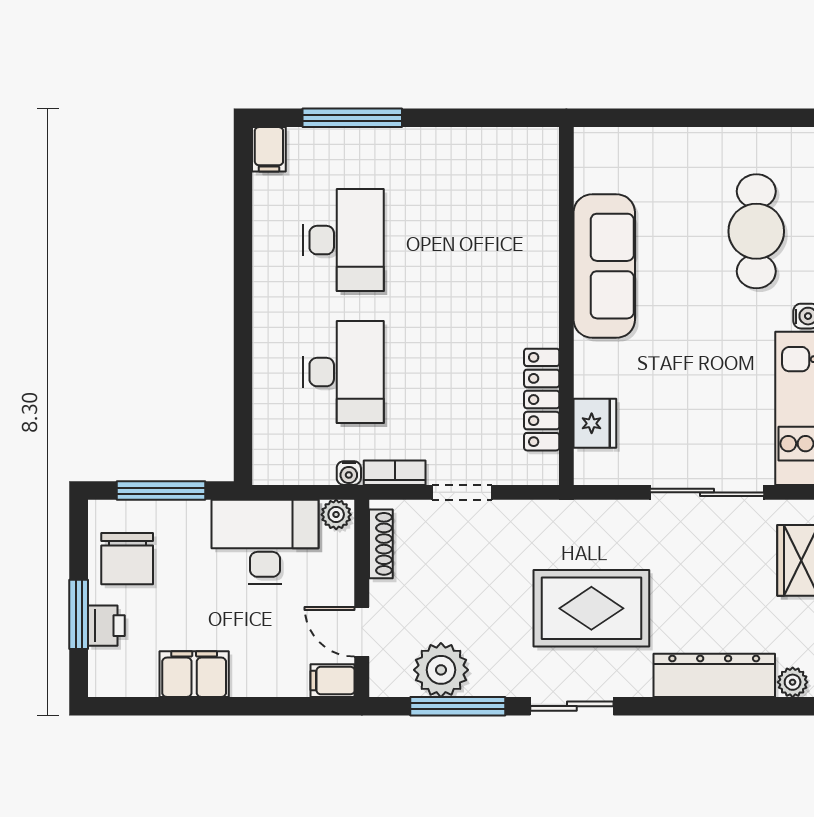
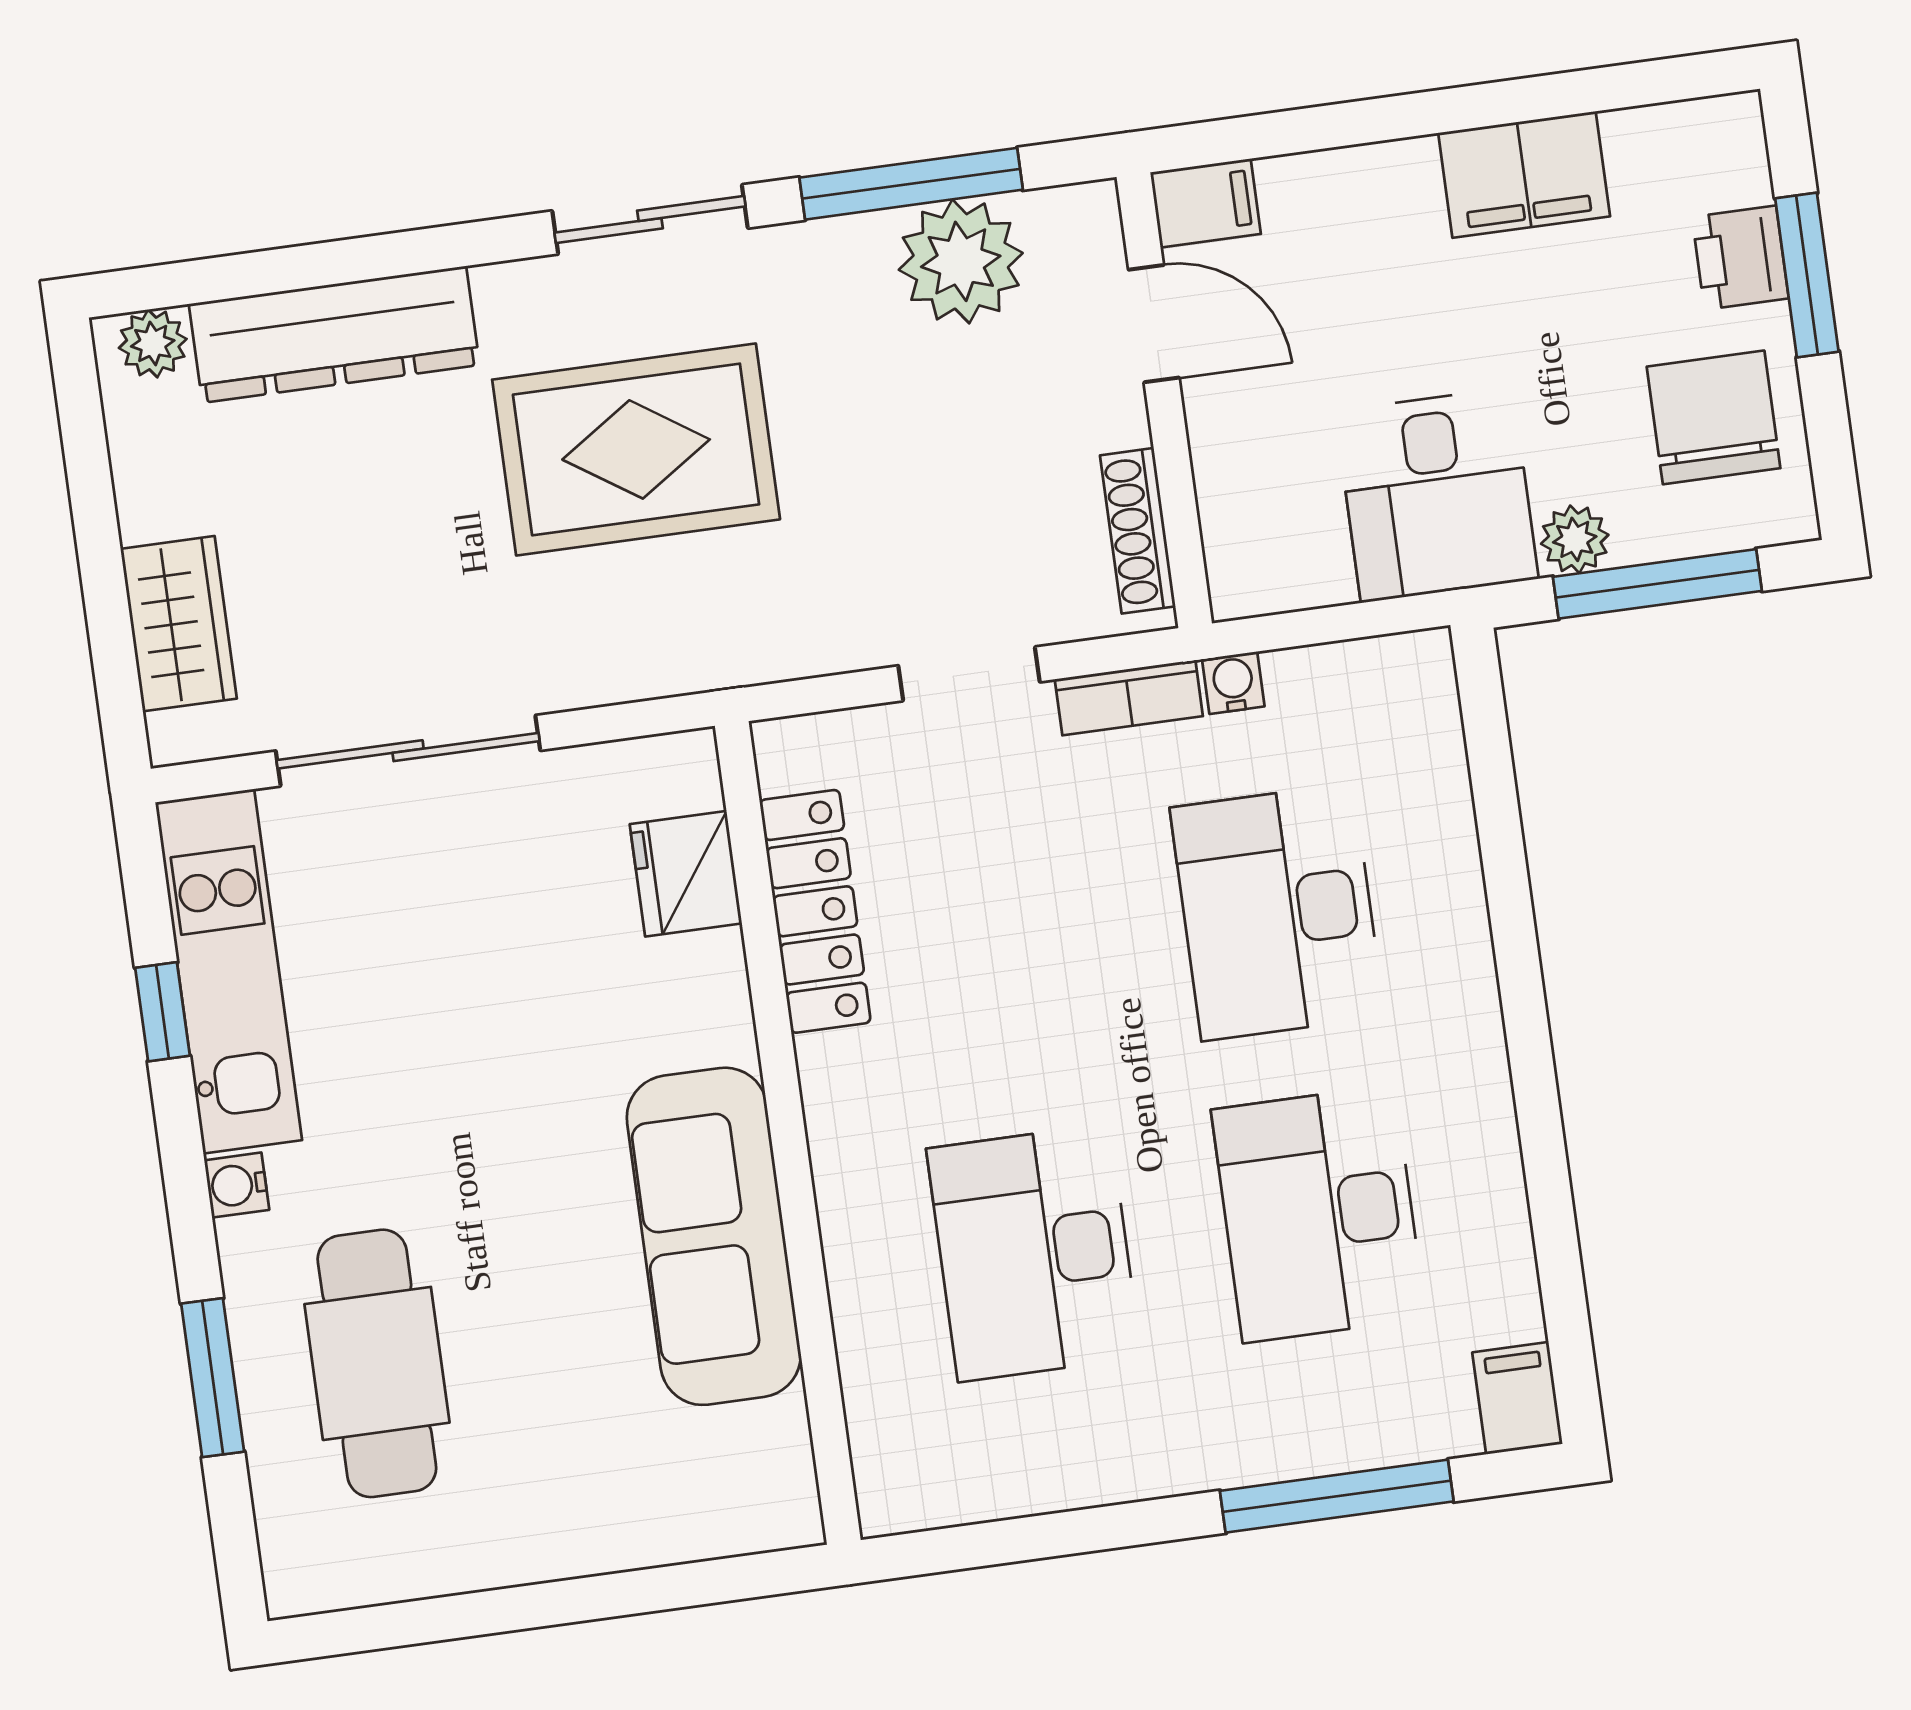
desk: (468, 240) -> (1034, 1253), added
plant: (336, 515) -> (1575, 539), moved
desk: (265, 542) -> (1437, 495), width x0.73

